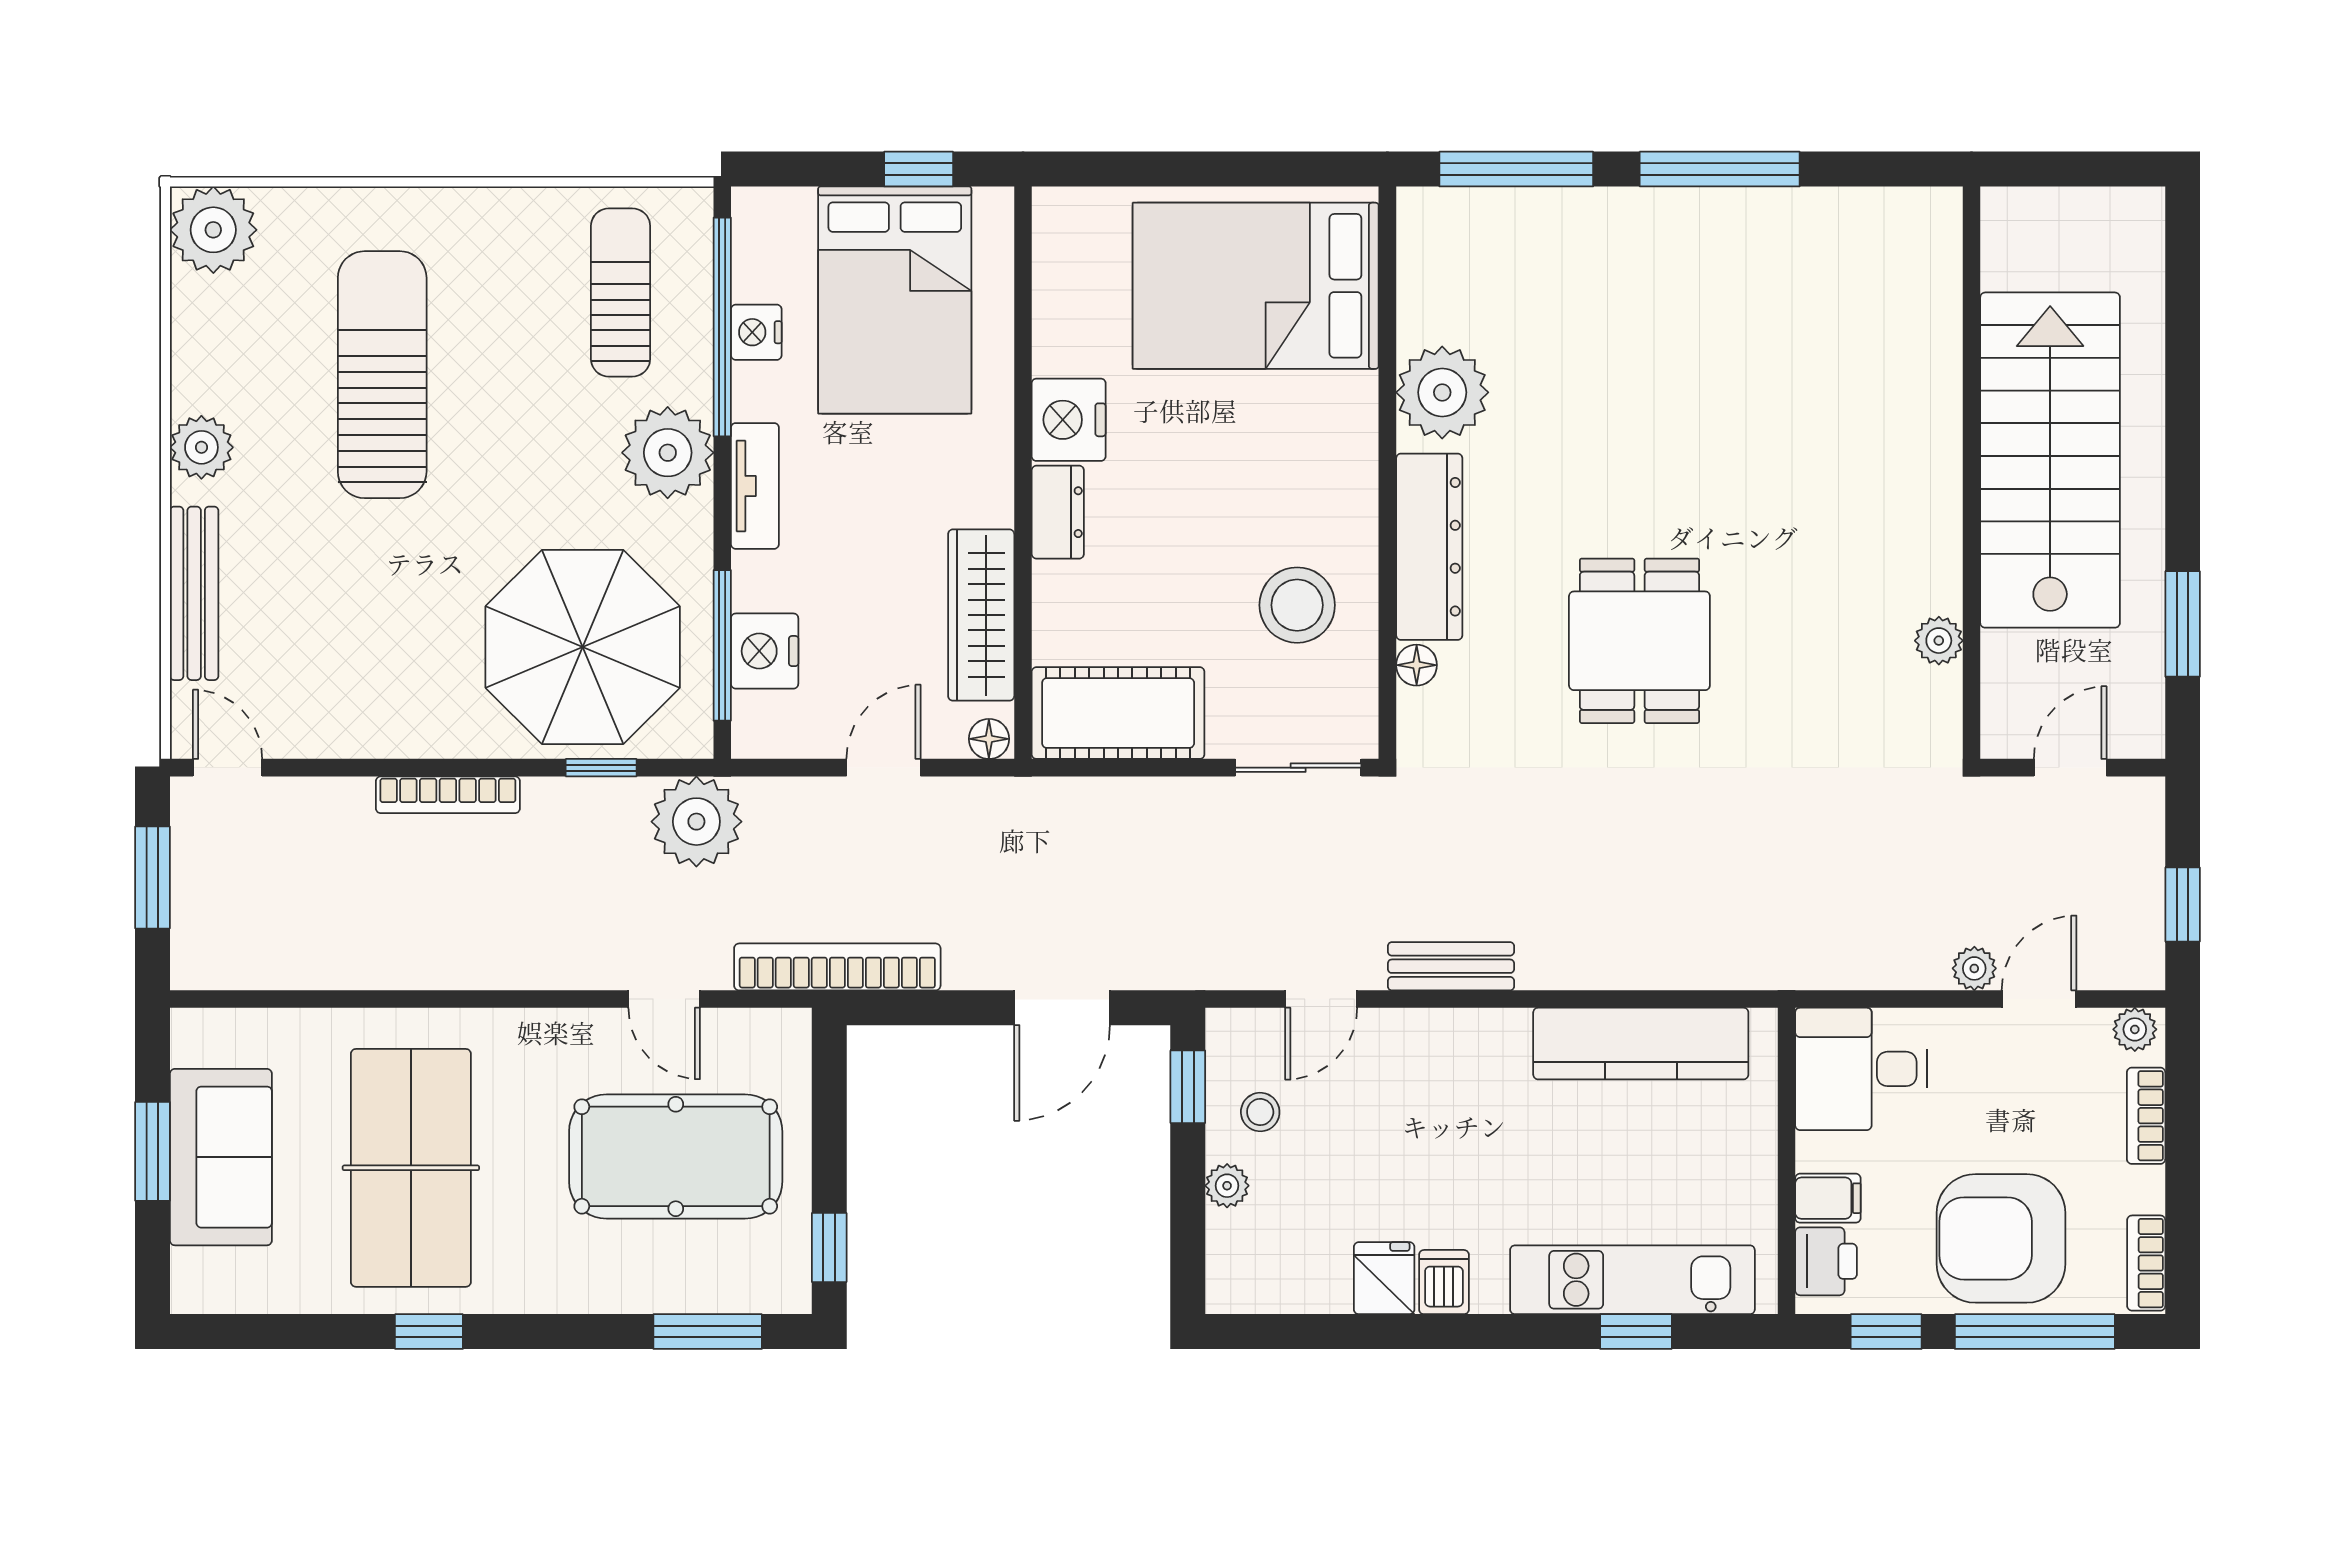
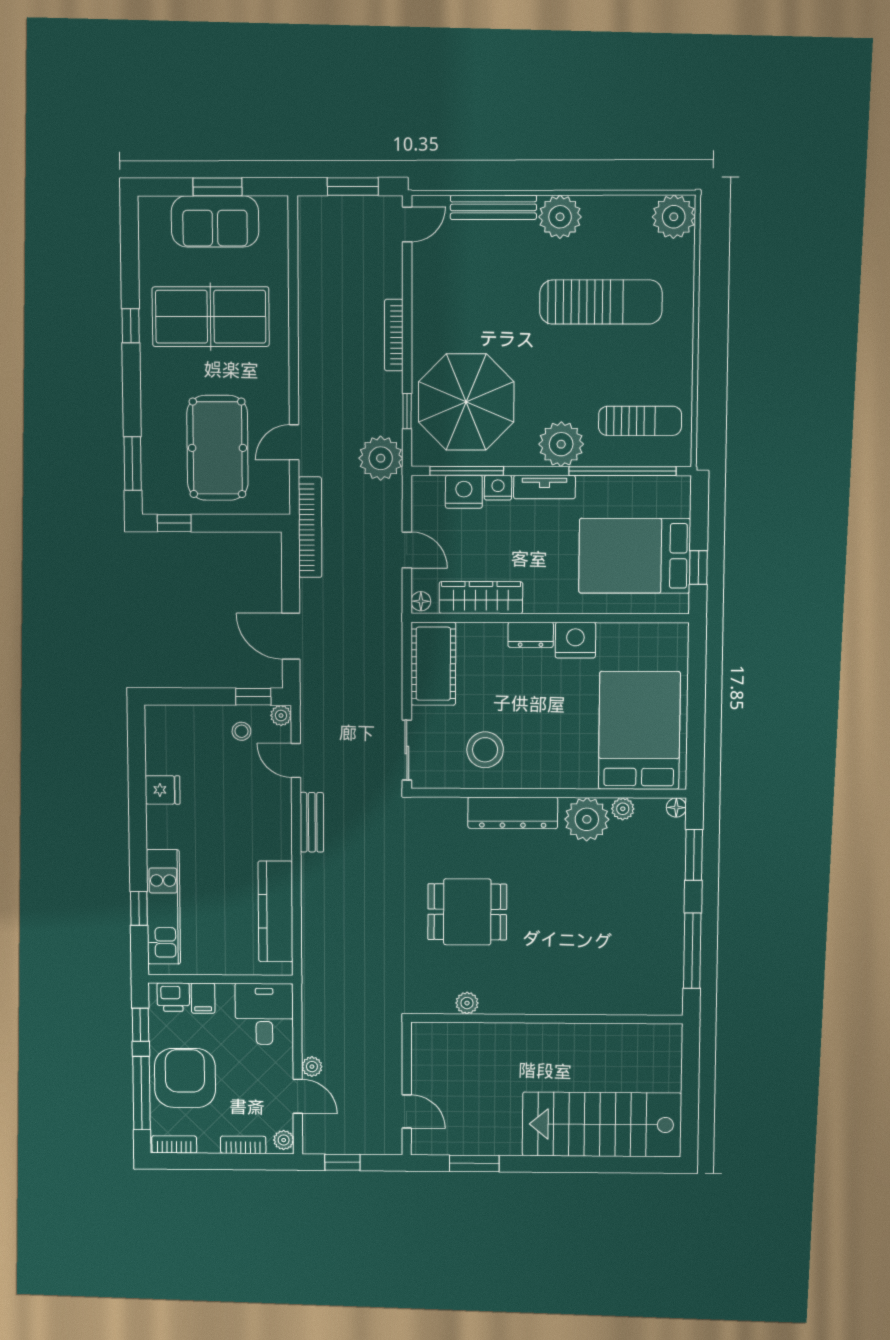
window: (1516, 169) -> (694, 855), width x0.69
plant: (1420, 318) -> (623, 809), added
nightstand: (756, 332) -> (498, 488), moved
plant: (201, 447) -> (560, 217), width x1.36, depth x1.36
stairs: (2050, 460) -> (602, 1124), moved, turned 180
wall: (1972, 473) -> (547, 1019), moved
plant: (1939, 641) -> (467, 1003), moved
floor lamp: (1417, 665) -> (676, 807), moved
plant: (1227, 1186) -> (281, 716), moved
dishwasher: (1444, 1282) -> (161, 818), removed

